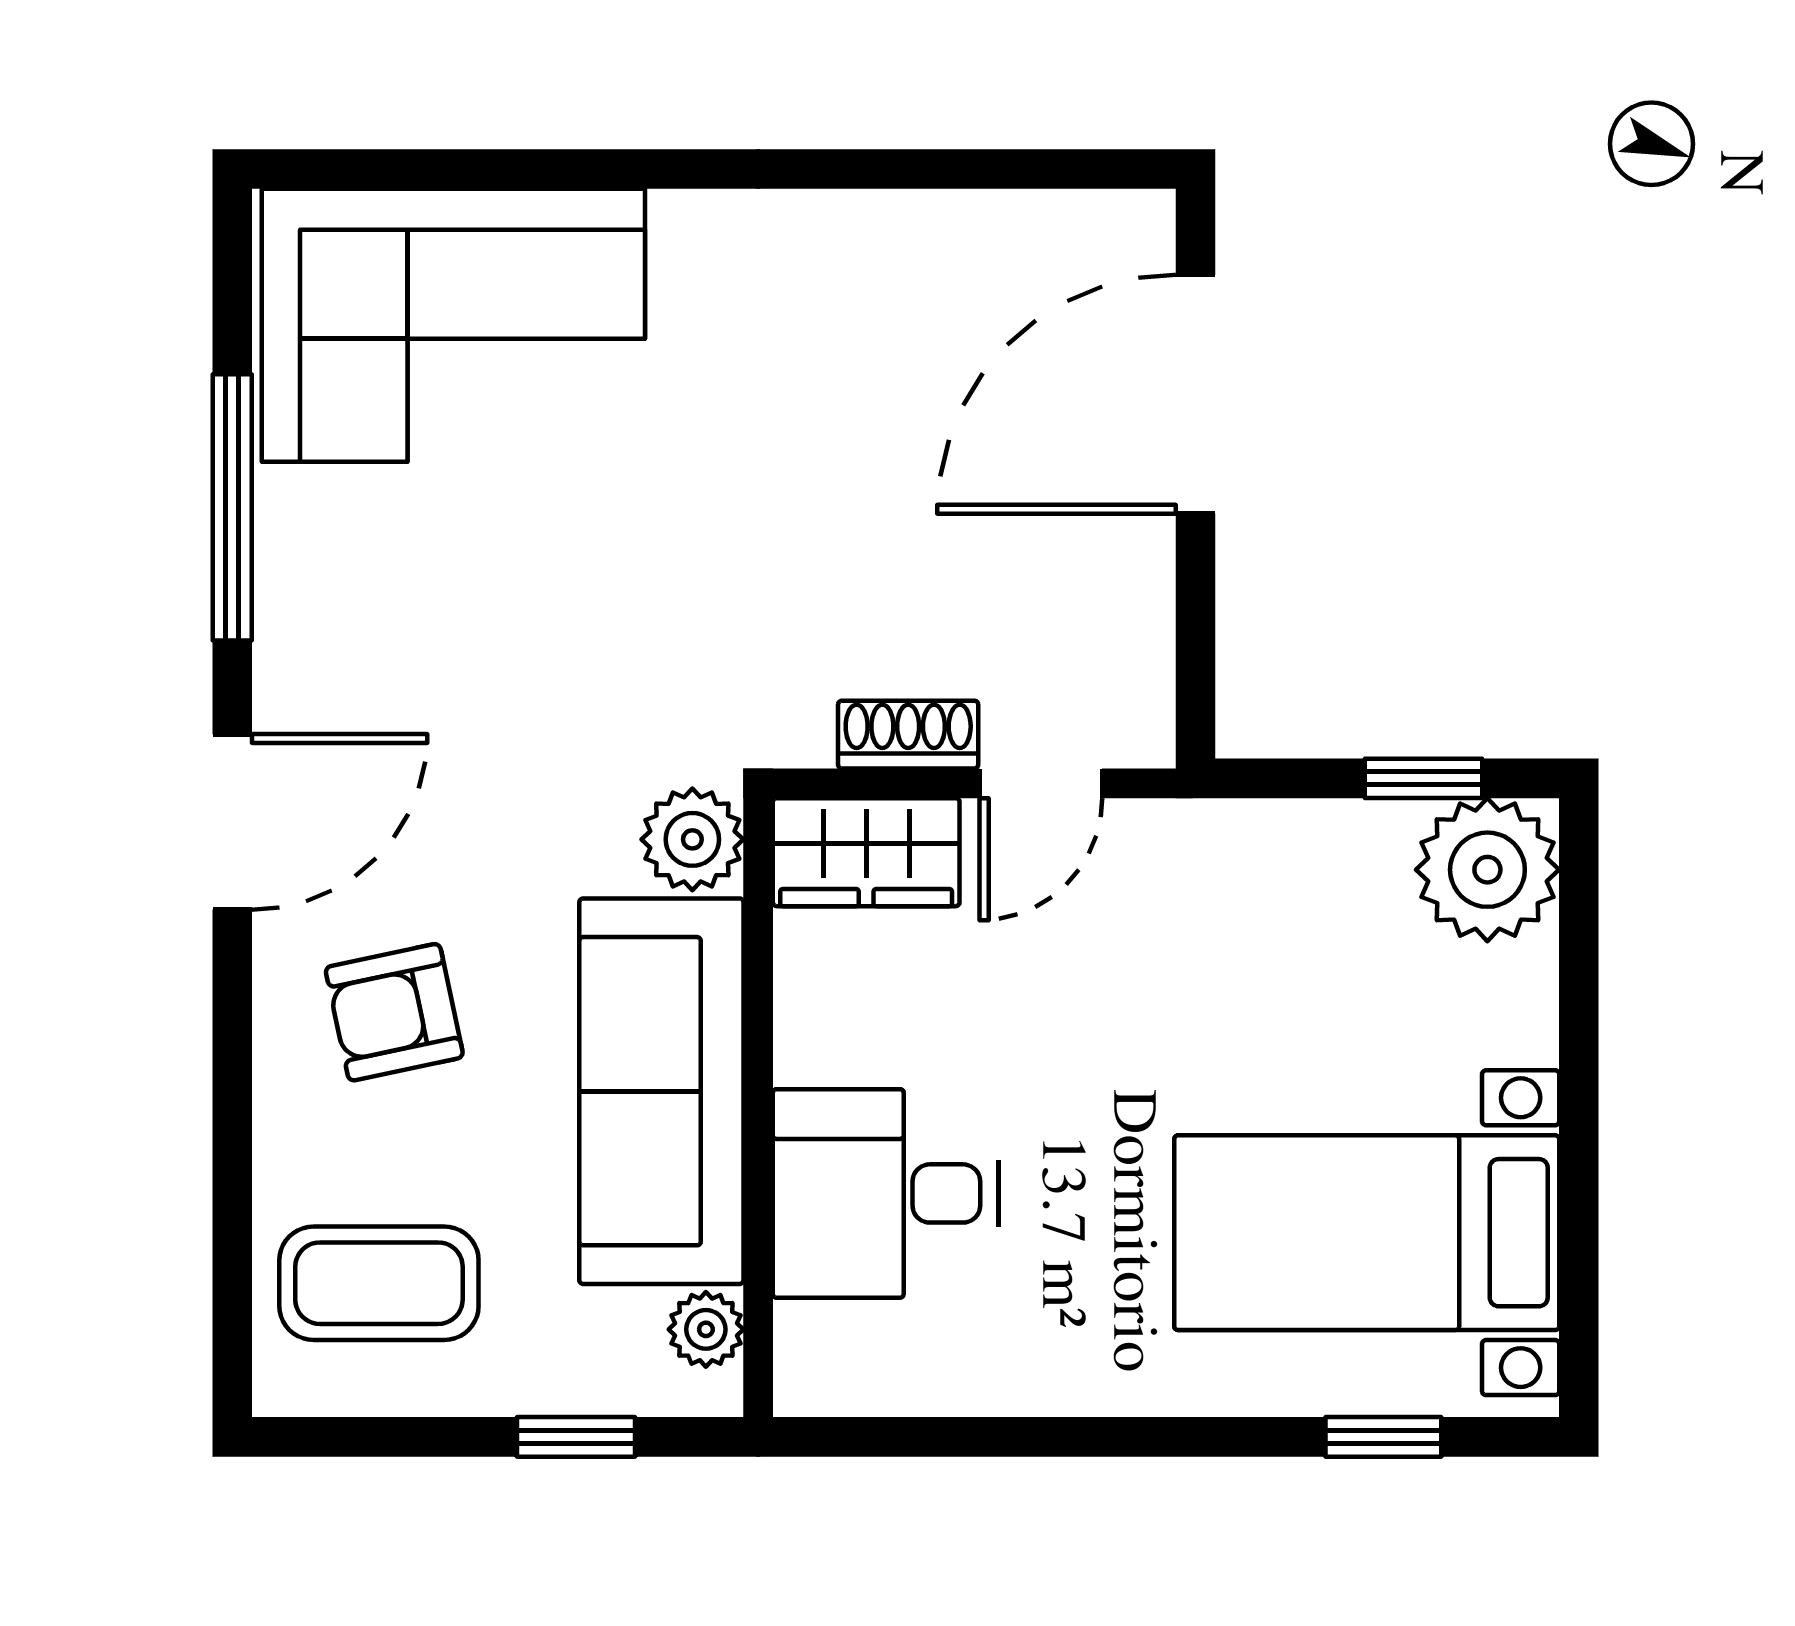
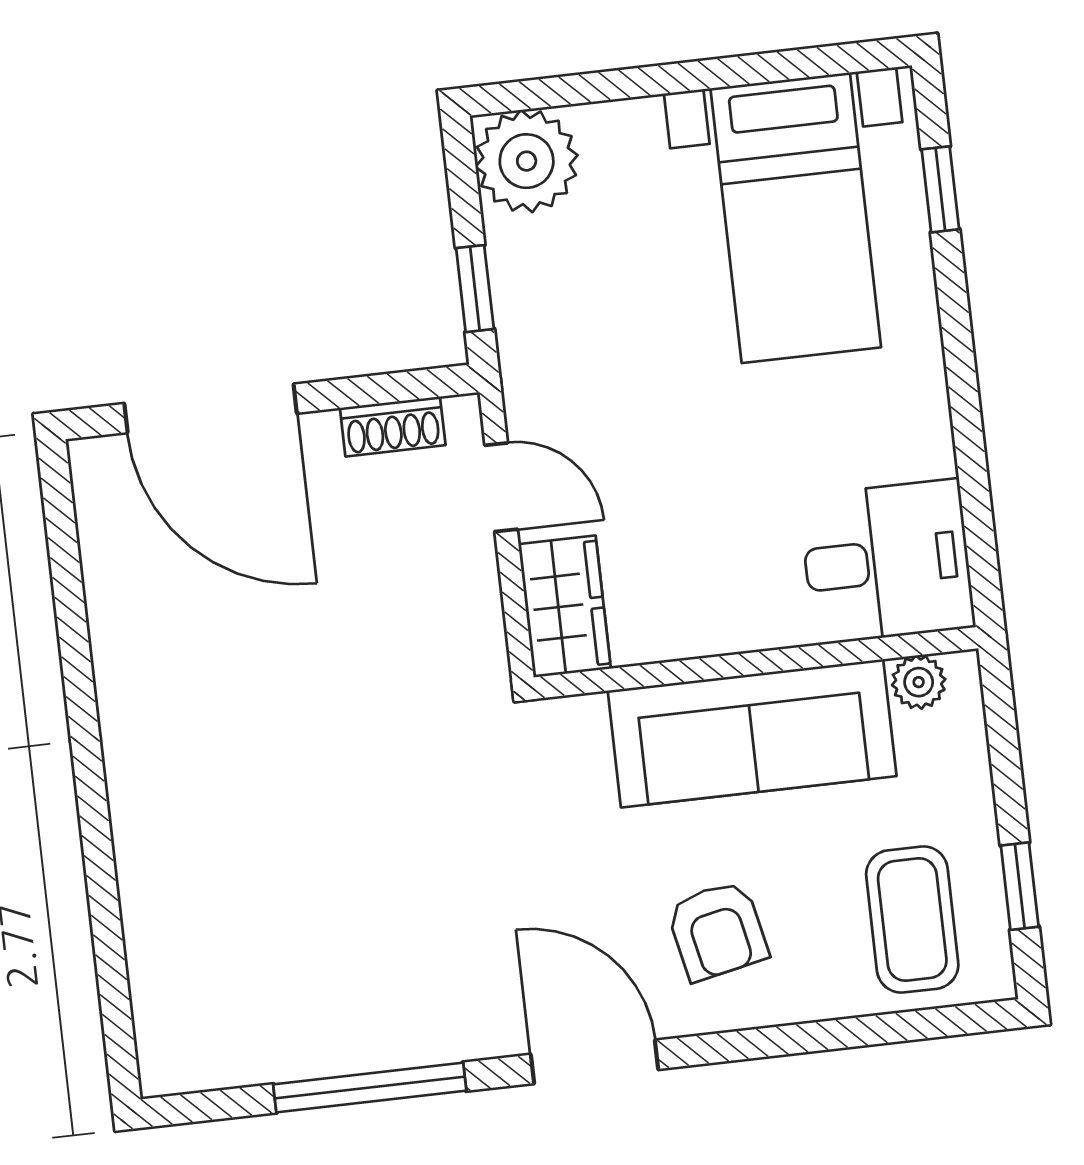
corner sofa: (453, 325) -> (222, 944), removed
shoe rack: (908, 735) -> (393, 426), moved, turned -90
window: (1424, 778) -> (475, 289), moved
plant: (692, 839) -> (570, 732), removed
desk: (886, 1193) -> (887, 562), moved, turned -90
window: (576, 1437) -> (1020, 886), moved

